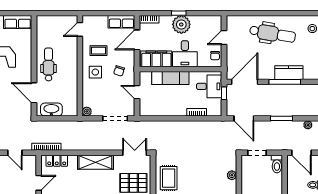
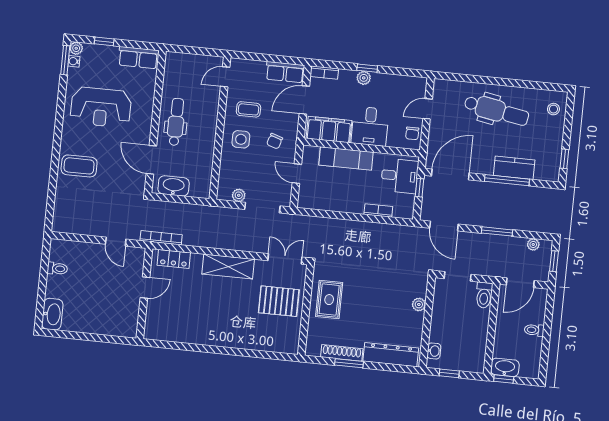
plant: (181, 24) -> (364, 78), width x0.53, depth x0.53
plant: (87, 111) -> (239, 195), moved
door: (301, 153) -> (520, 283), hinge flipped

